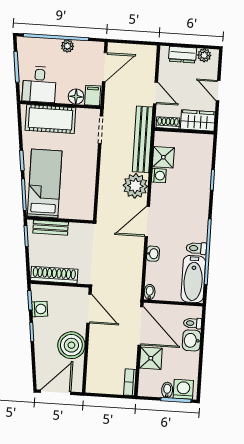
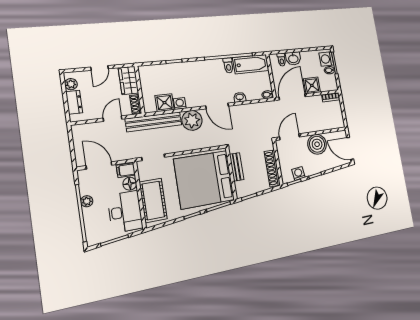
desk: (39, 84) -> (125, 212), width x1.37
bed: (45, 184) -> (204, 180), width x2.04
bench: (51, 228) -> (237, 167), moved

